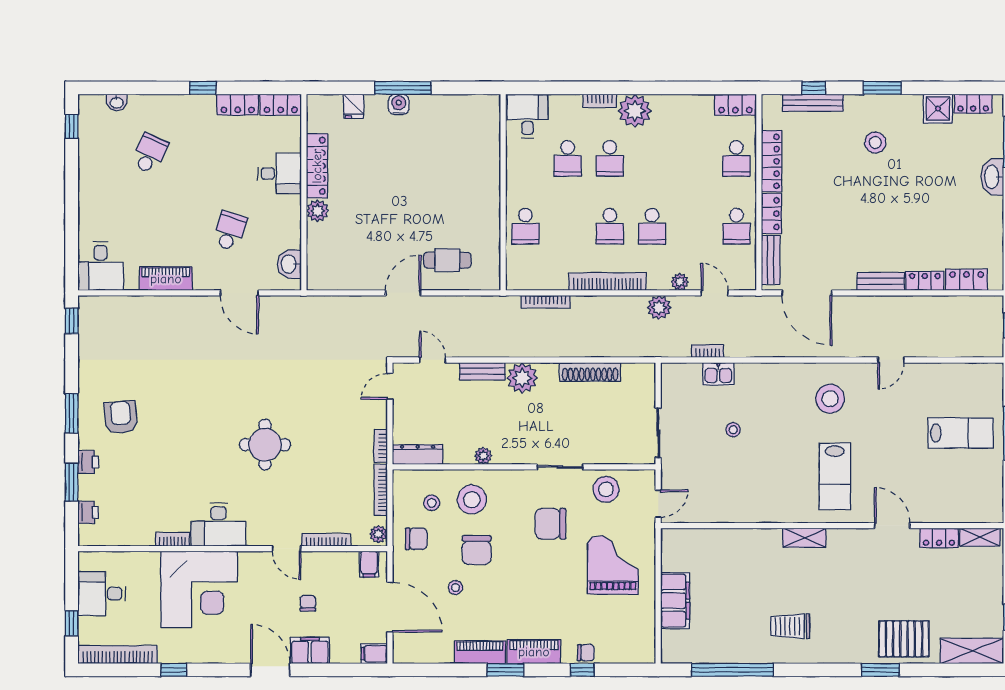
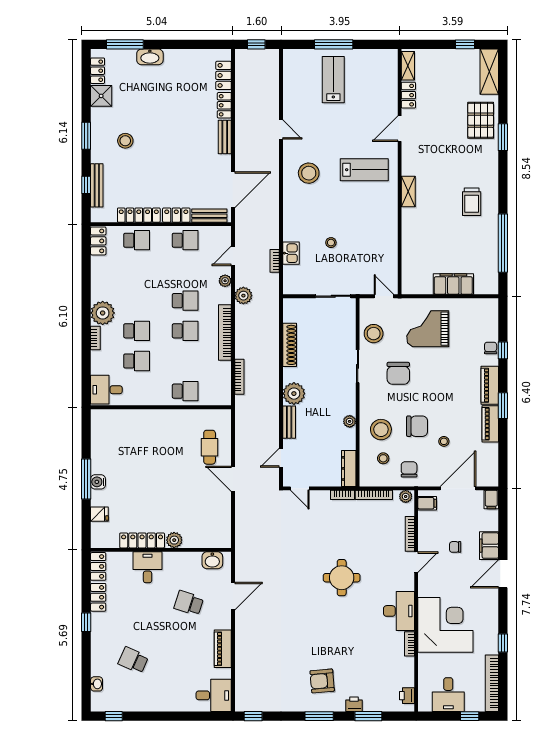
printer: (88, 512) -> (407, 696), moved, turned -90

